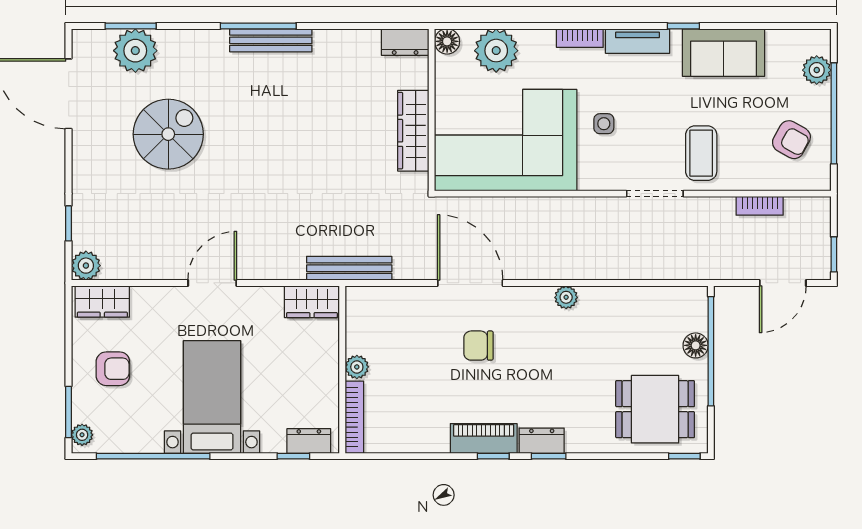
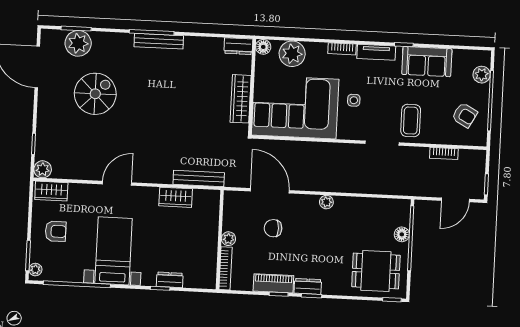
plant: (357, 367) -> (228, 239), moved
wall: (342, 370) -> (220, 240), moved
bookcase: (354, 417) -> (226, 268), moved

